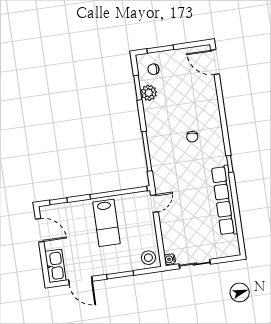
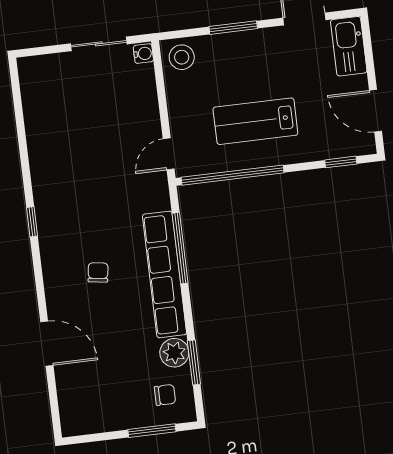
door: (215, 62) -> (47, 344), moved
row of seats: (224, 200) -> (164, 274), moved, turned 180
lab bench: (106, 223) -> (255, 121), turned -90

